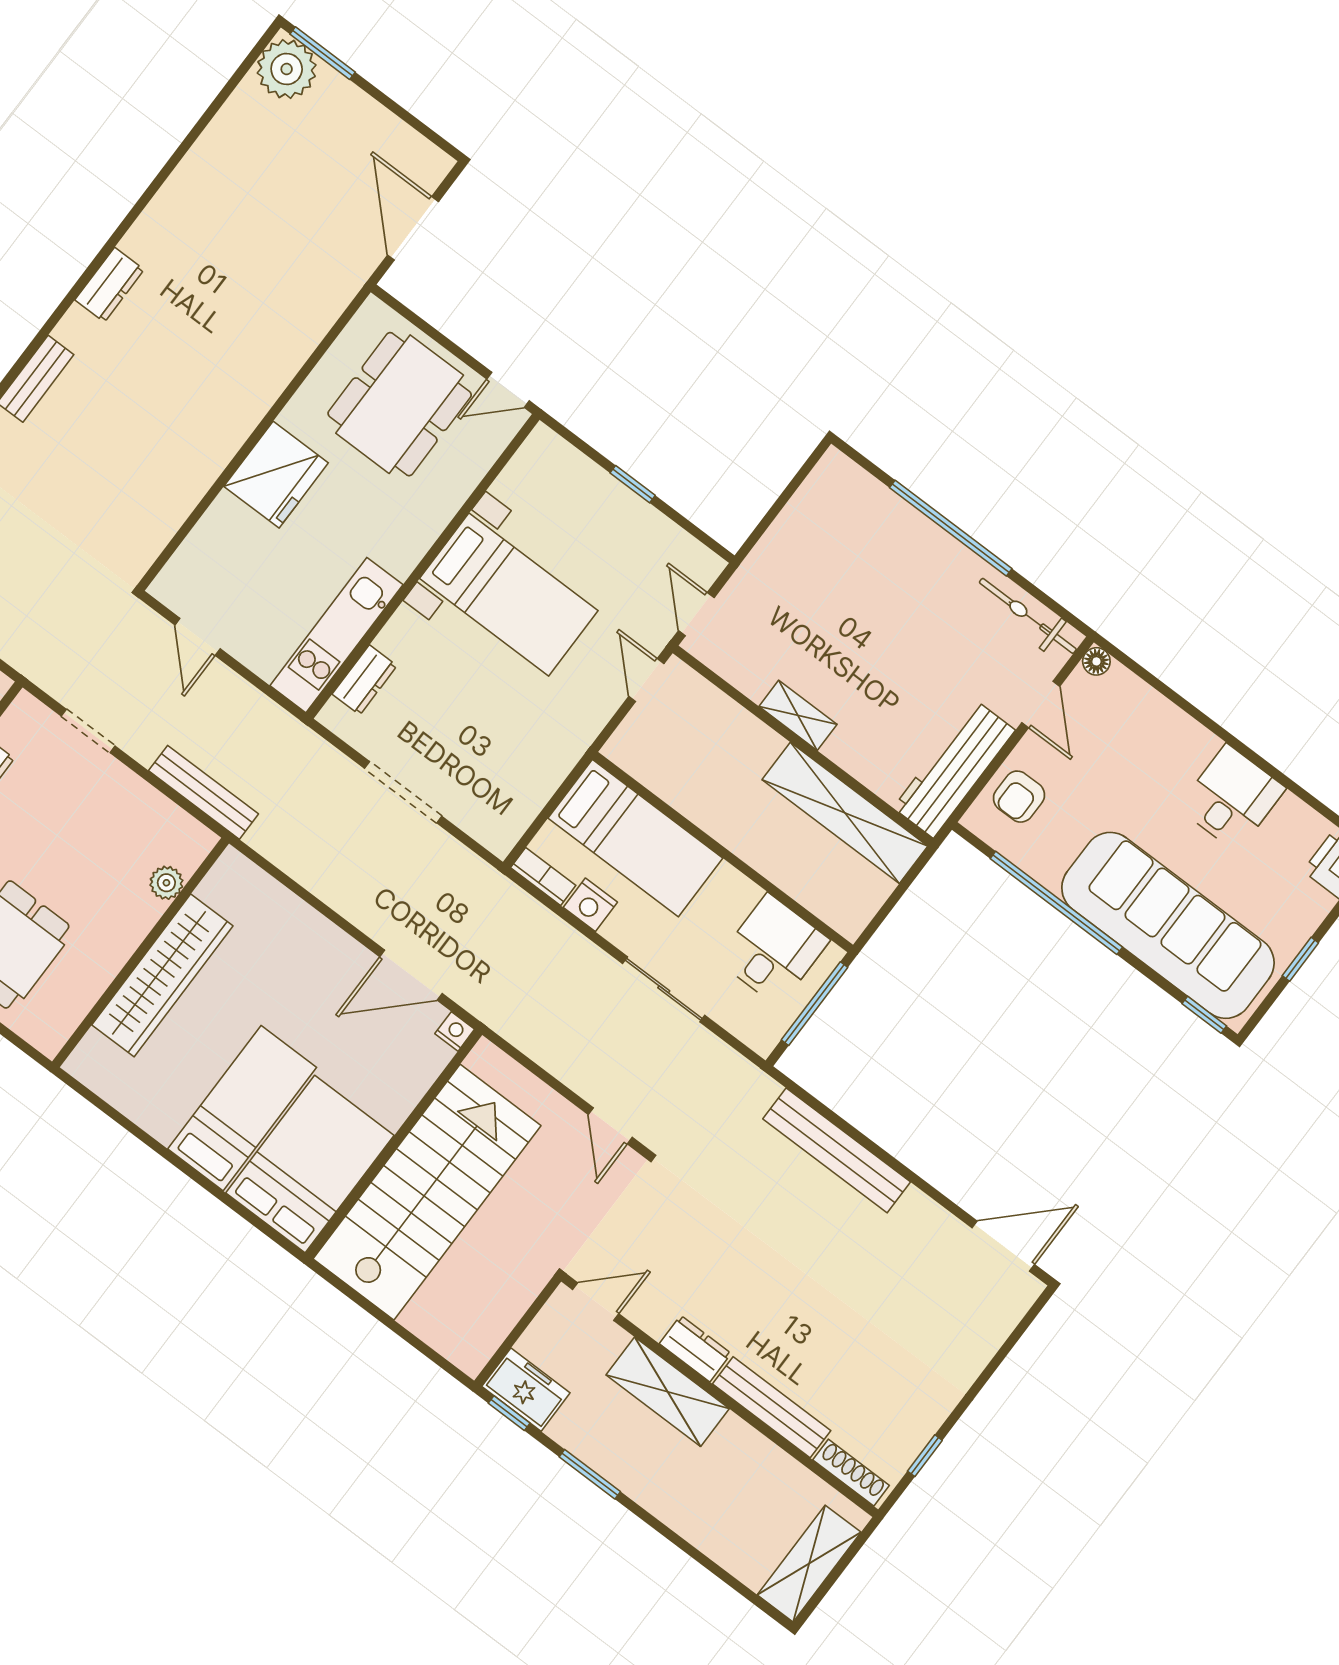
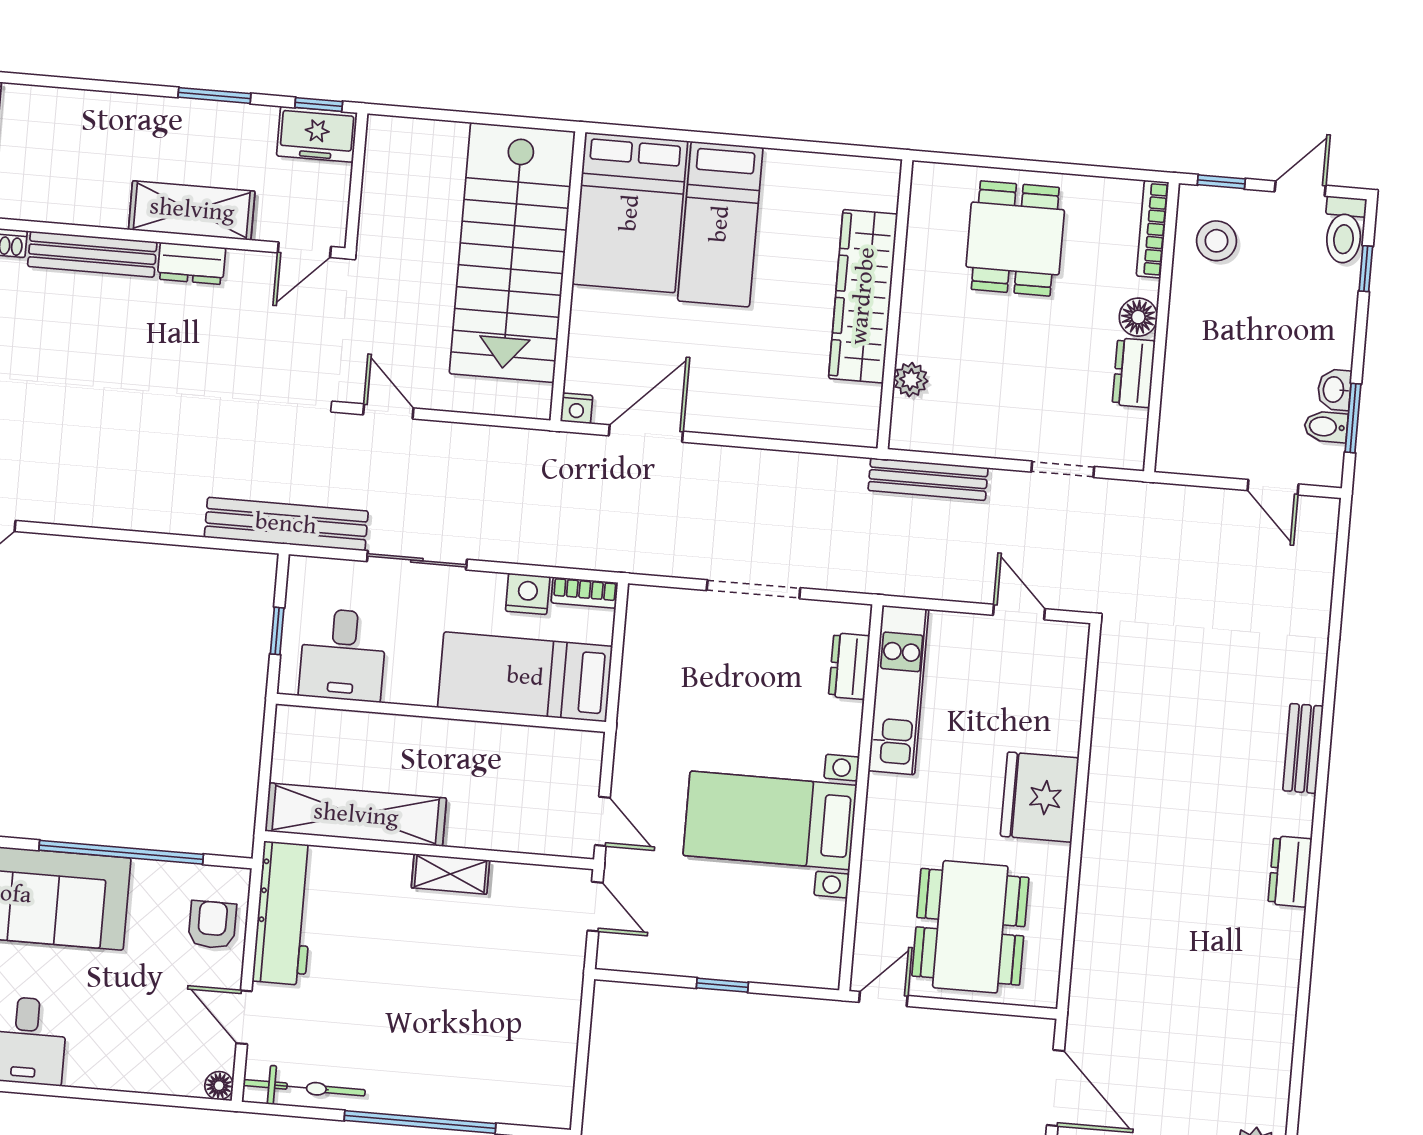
window: (815, 1004) -> (277, 631), width x0.46
bench: (837, 1150) -> (286, 524), moved

